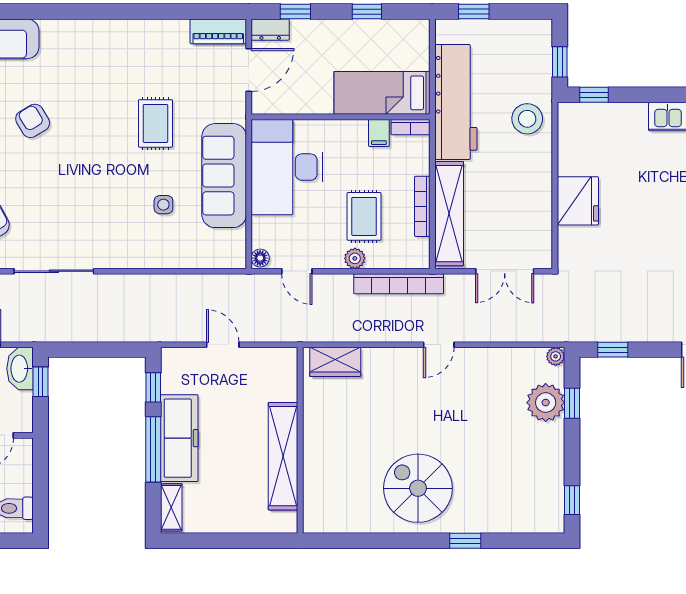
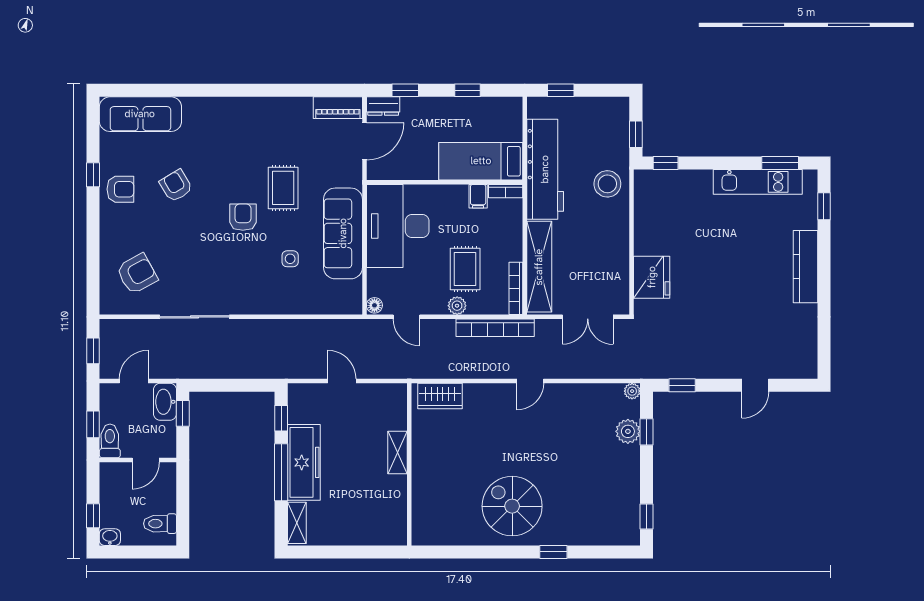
armchair: (109, 157) -> (243, 217), added
fridge: (578, 201) -> (652, 277), moved
bookcase: (422, 206) -> (516, 288), moved
plant: (546, 403) -> (628, 431), width x0.73, depth x0.73
shelving: (283, 456) -> (398, 453), width x0.45, depth x0.75

